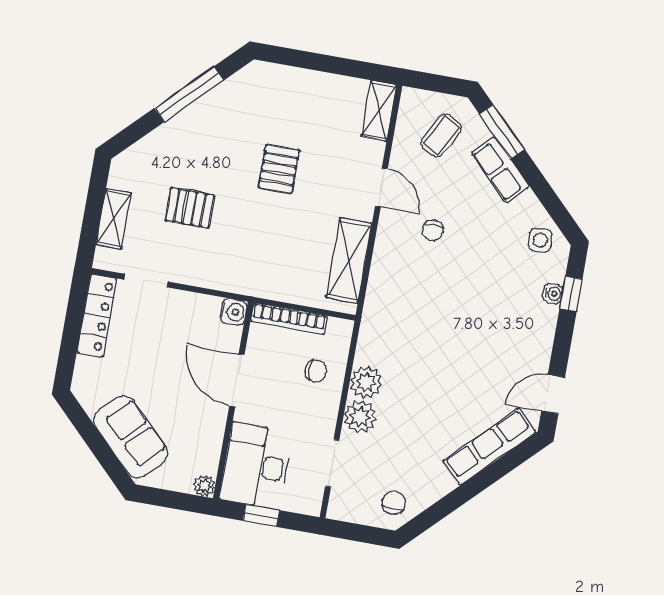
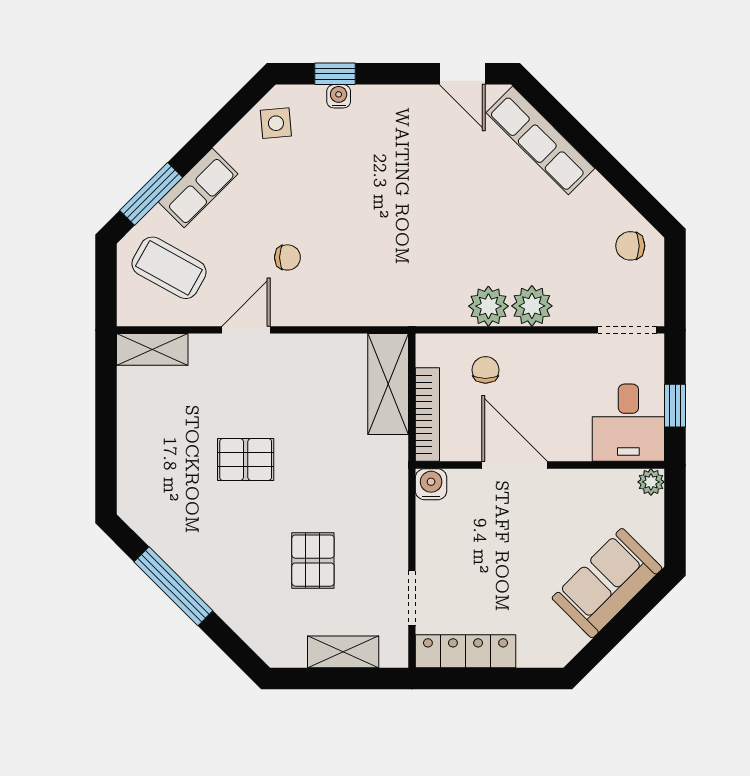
coffee table: (441, 135) -> (169, 268), width x1.36, depth x1.30
shelving: (349, 260) -> (388, 384), moved, turned 90
door: (237, 380) -> (514, 465), swing flipped
doorway: (332, 463) -> (627, 330), moved
desk: (256, 466) -> (628, 423), width x0.73

